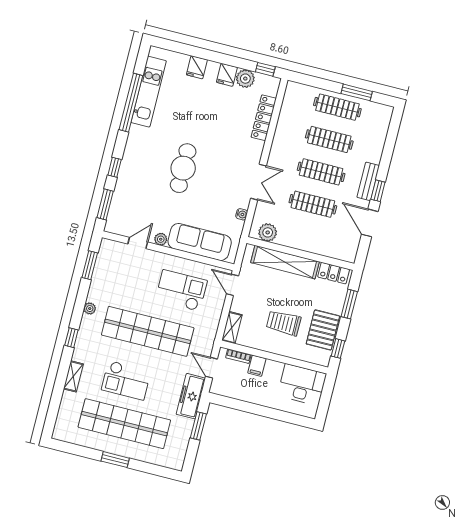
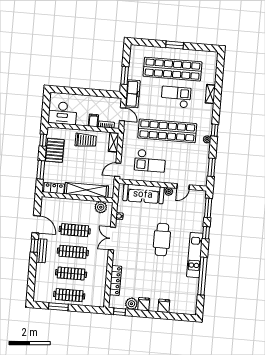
kitchen unit: (149, 92) -> (195, 255), moved
door: (232, 285) -> (118, 170), swing flipped
trolley: (284, 323) -> (86, 140), moved
window: (71, 338) -> (215, 130), moved

